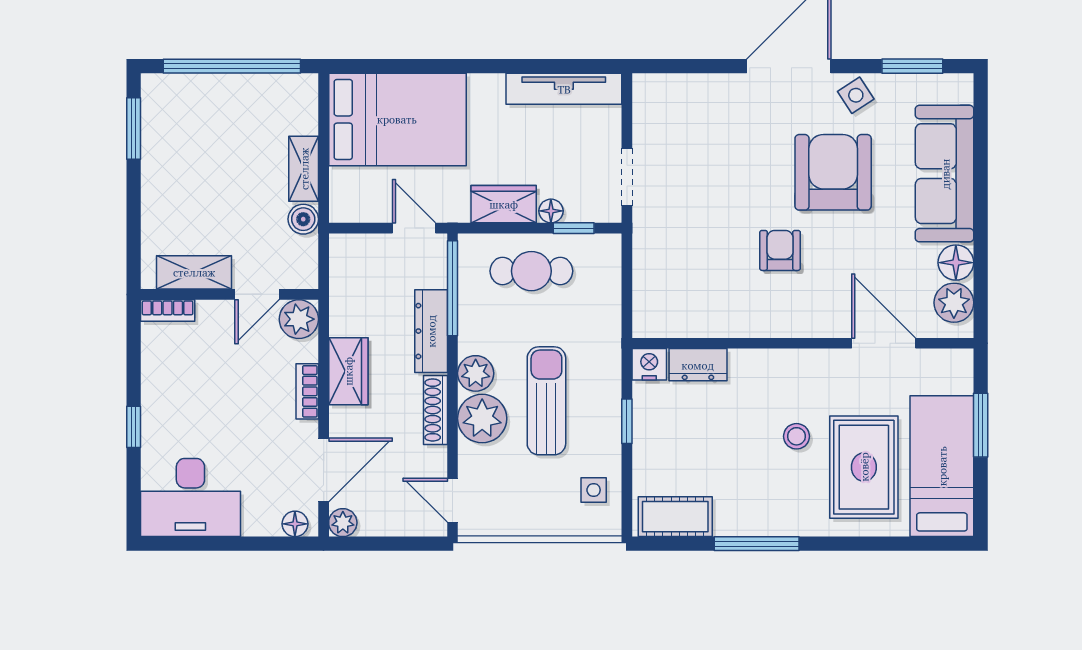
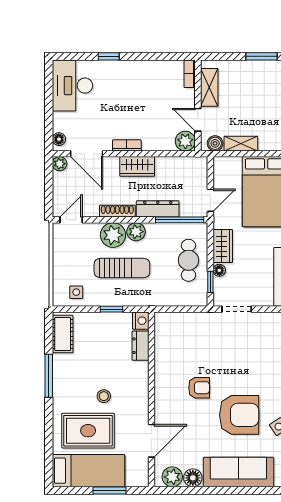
shelving: (194, 272) -> (209, 87), moved
wall: (229, 294) -> (198, 106), moved
door: (257, 294) -> (198, 120), moved
bookcase: (168, 310) -> (190, 74), moved
plant: (299, 319) -> (185, 141), moved

